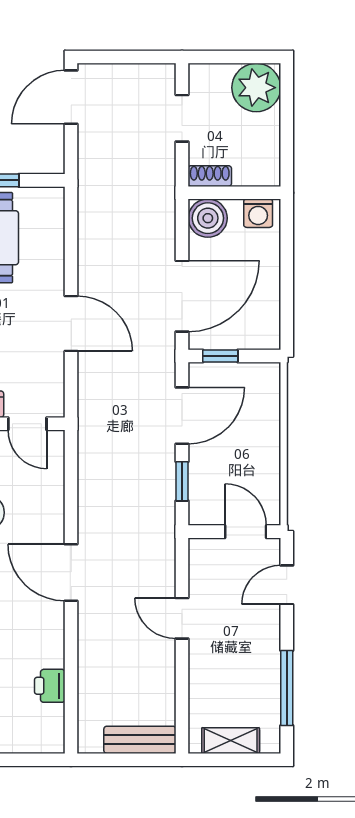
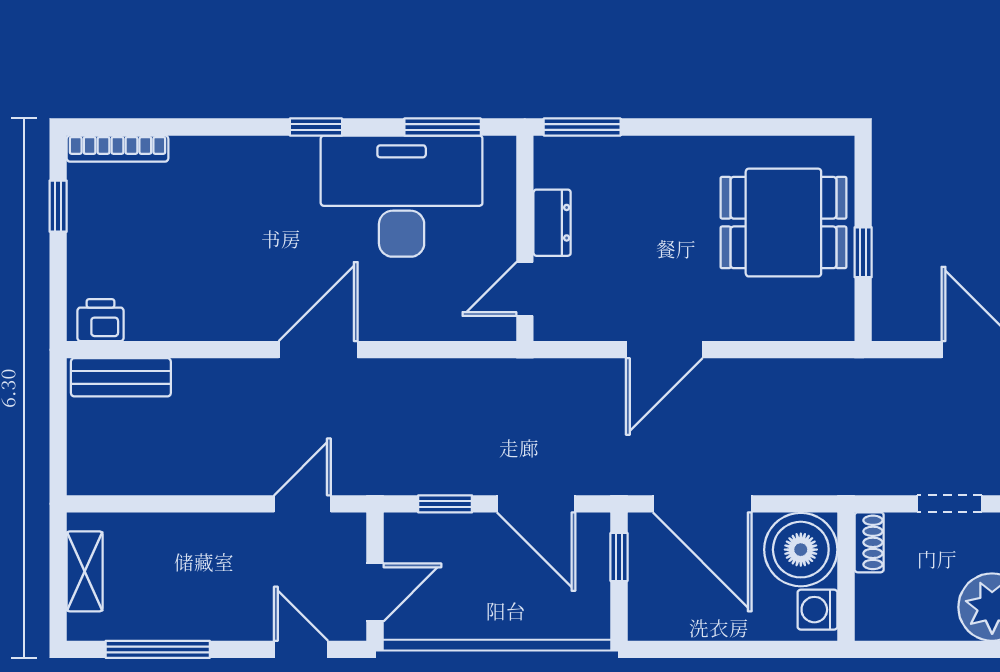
boiler: (208, 218) -> (801, 550), width x1.37, depth x1.37
door: (182, 618) -> (302, 504), moved
printer: (50, 686) -> (101, 320), moved
bench: (140, 740) -> (121, 377), moved, turned 90

